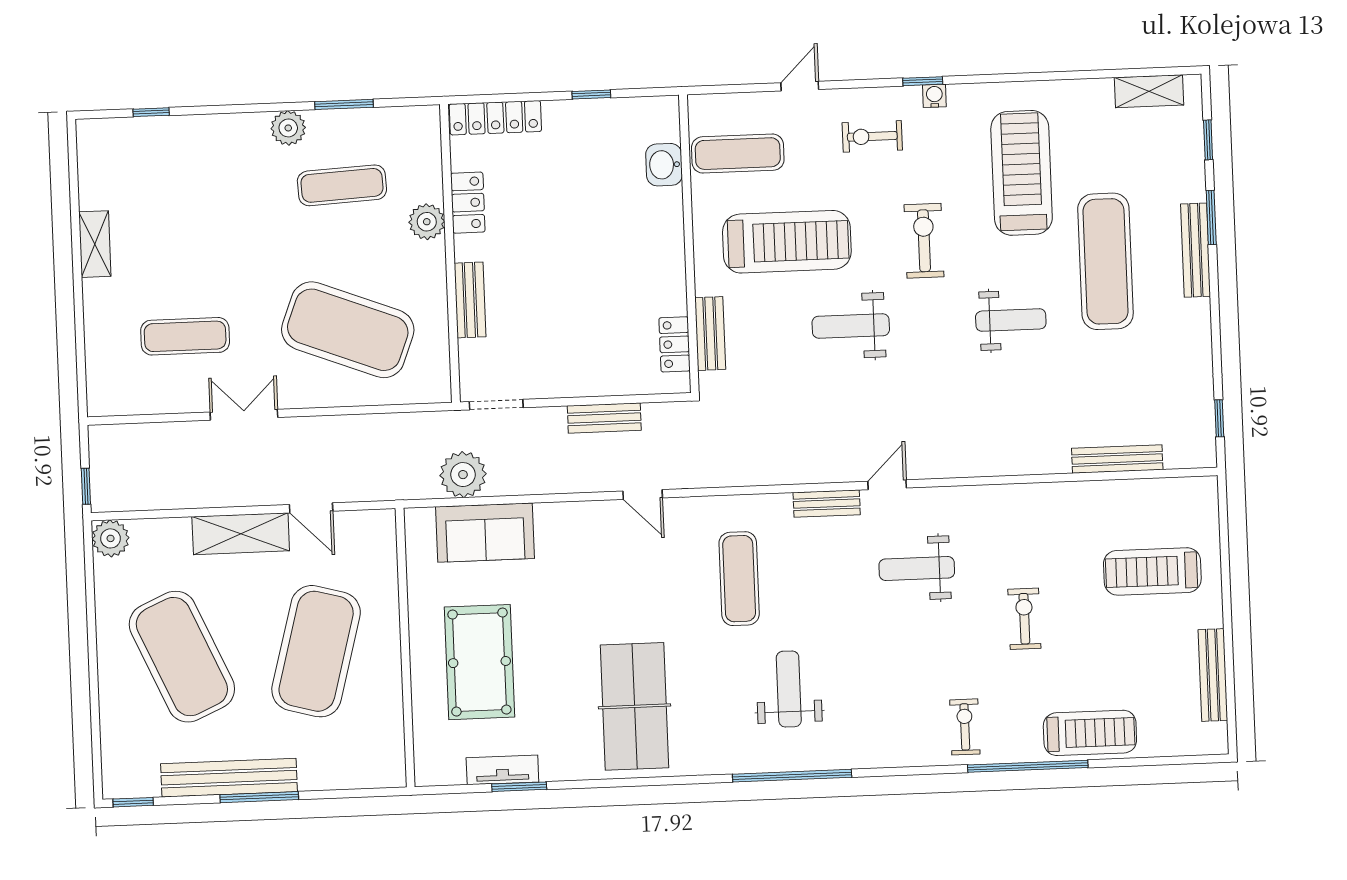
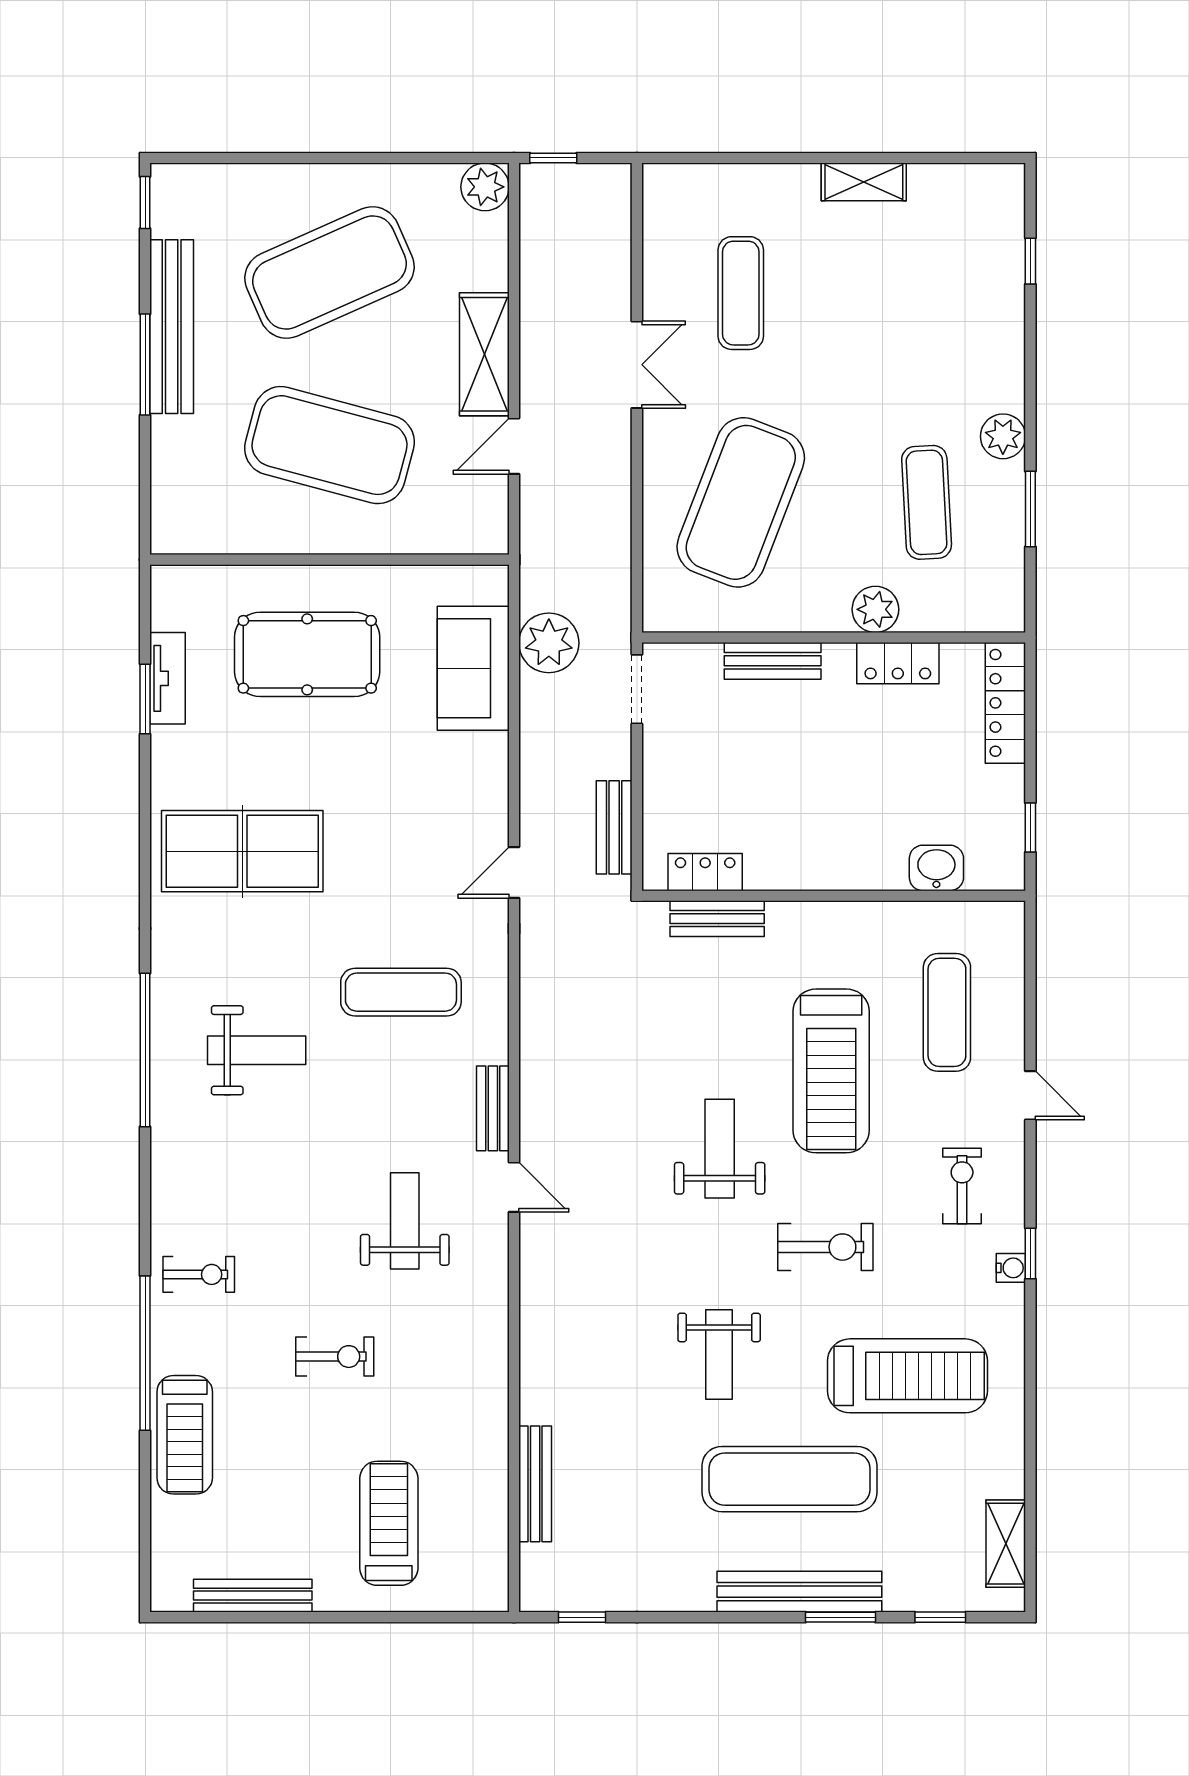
washbasin: (664, 165) -> (936, 868), moved
wall: (689, 244) -> (834, 896), moved
bench: (1196, 250) -> (799, 1592), width x1.37, depth x1.21
bench: (710, 334) -> (717, 919), moved
locker: (675, 344) -> (705, 872), moved

